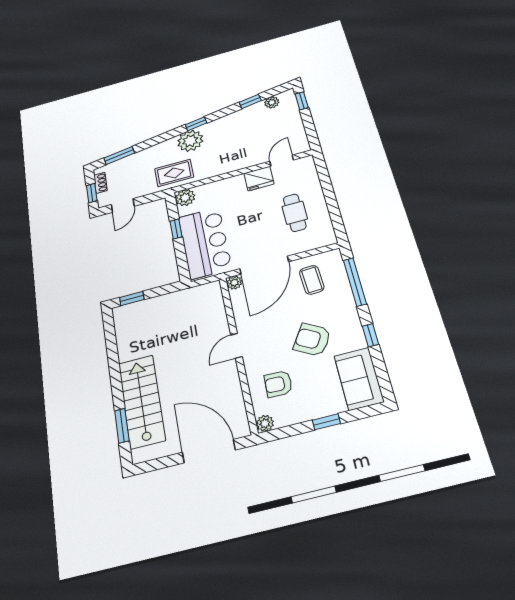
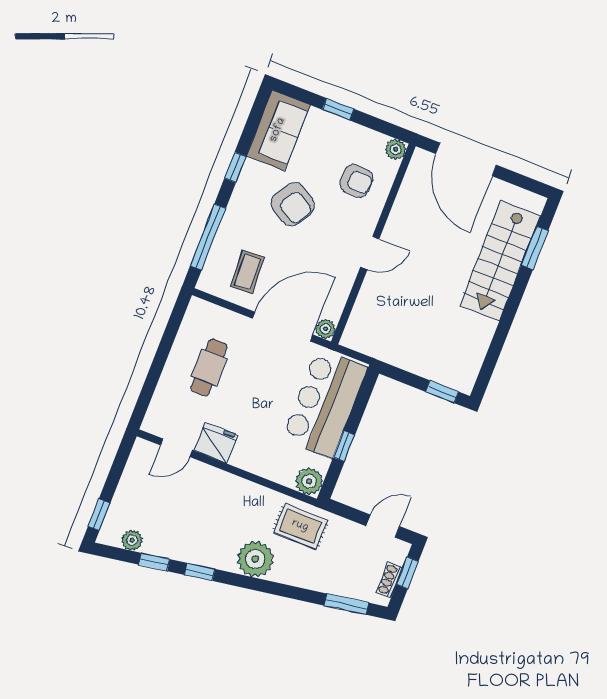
window: (196, 124) -> (200, 572), moved

